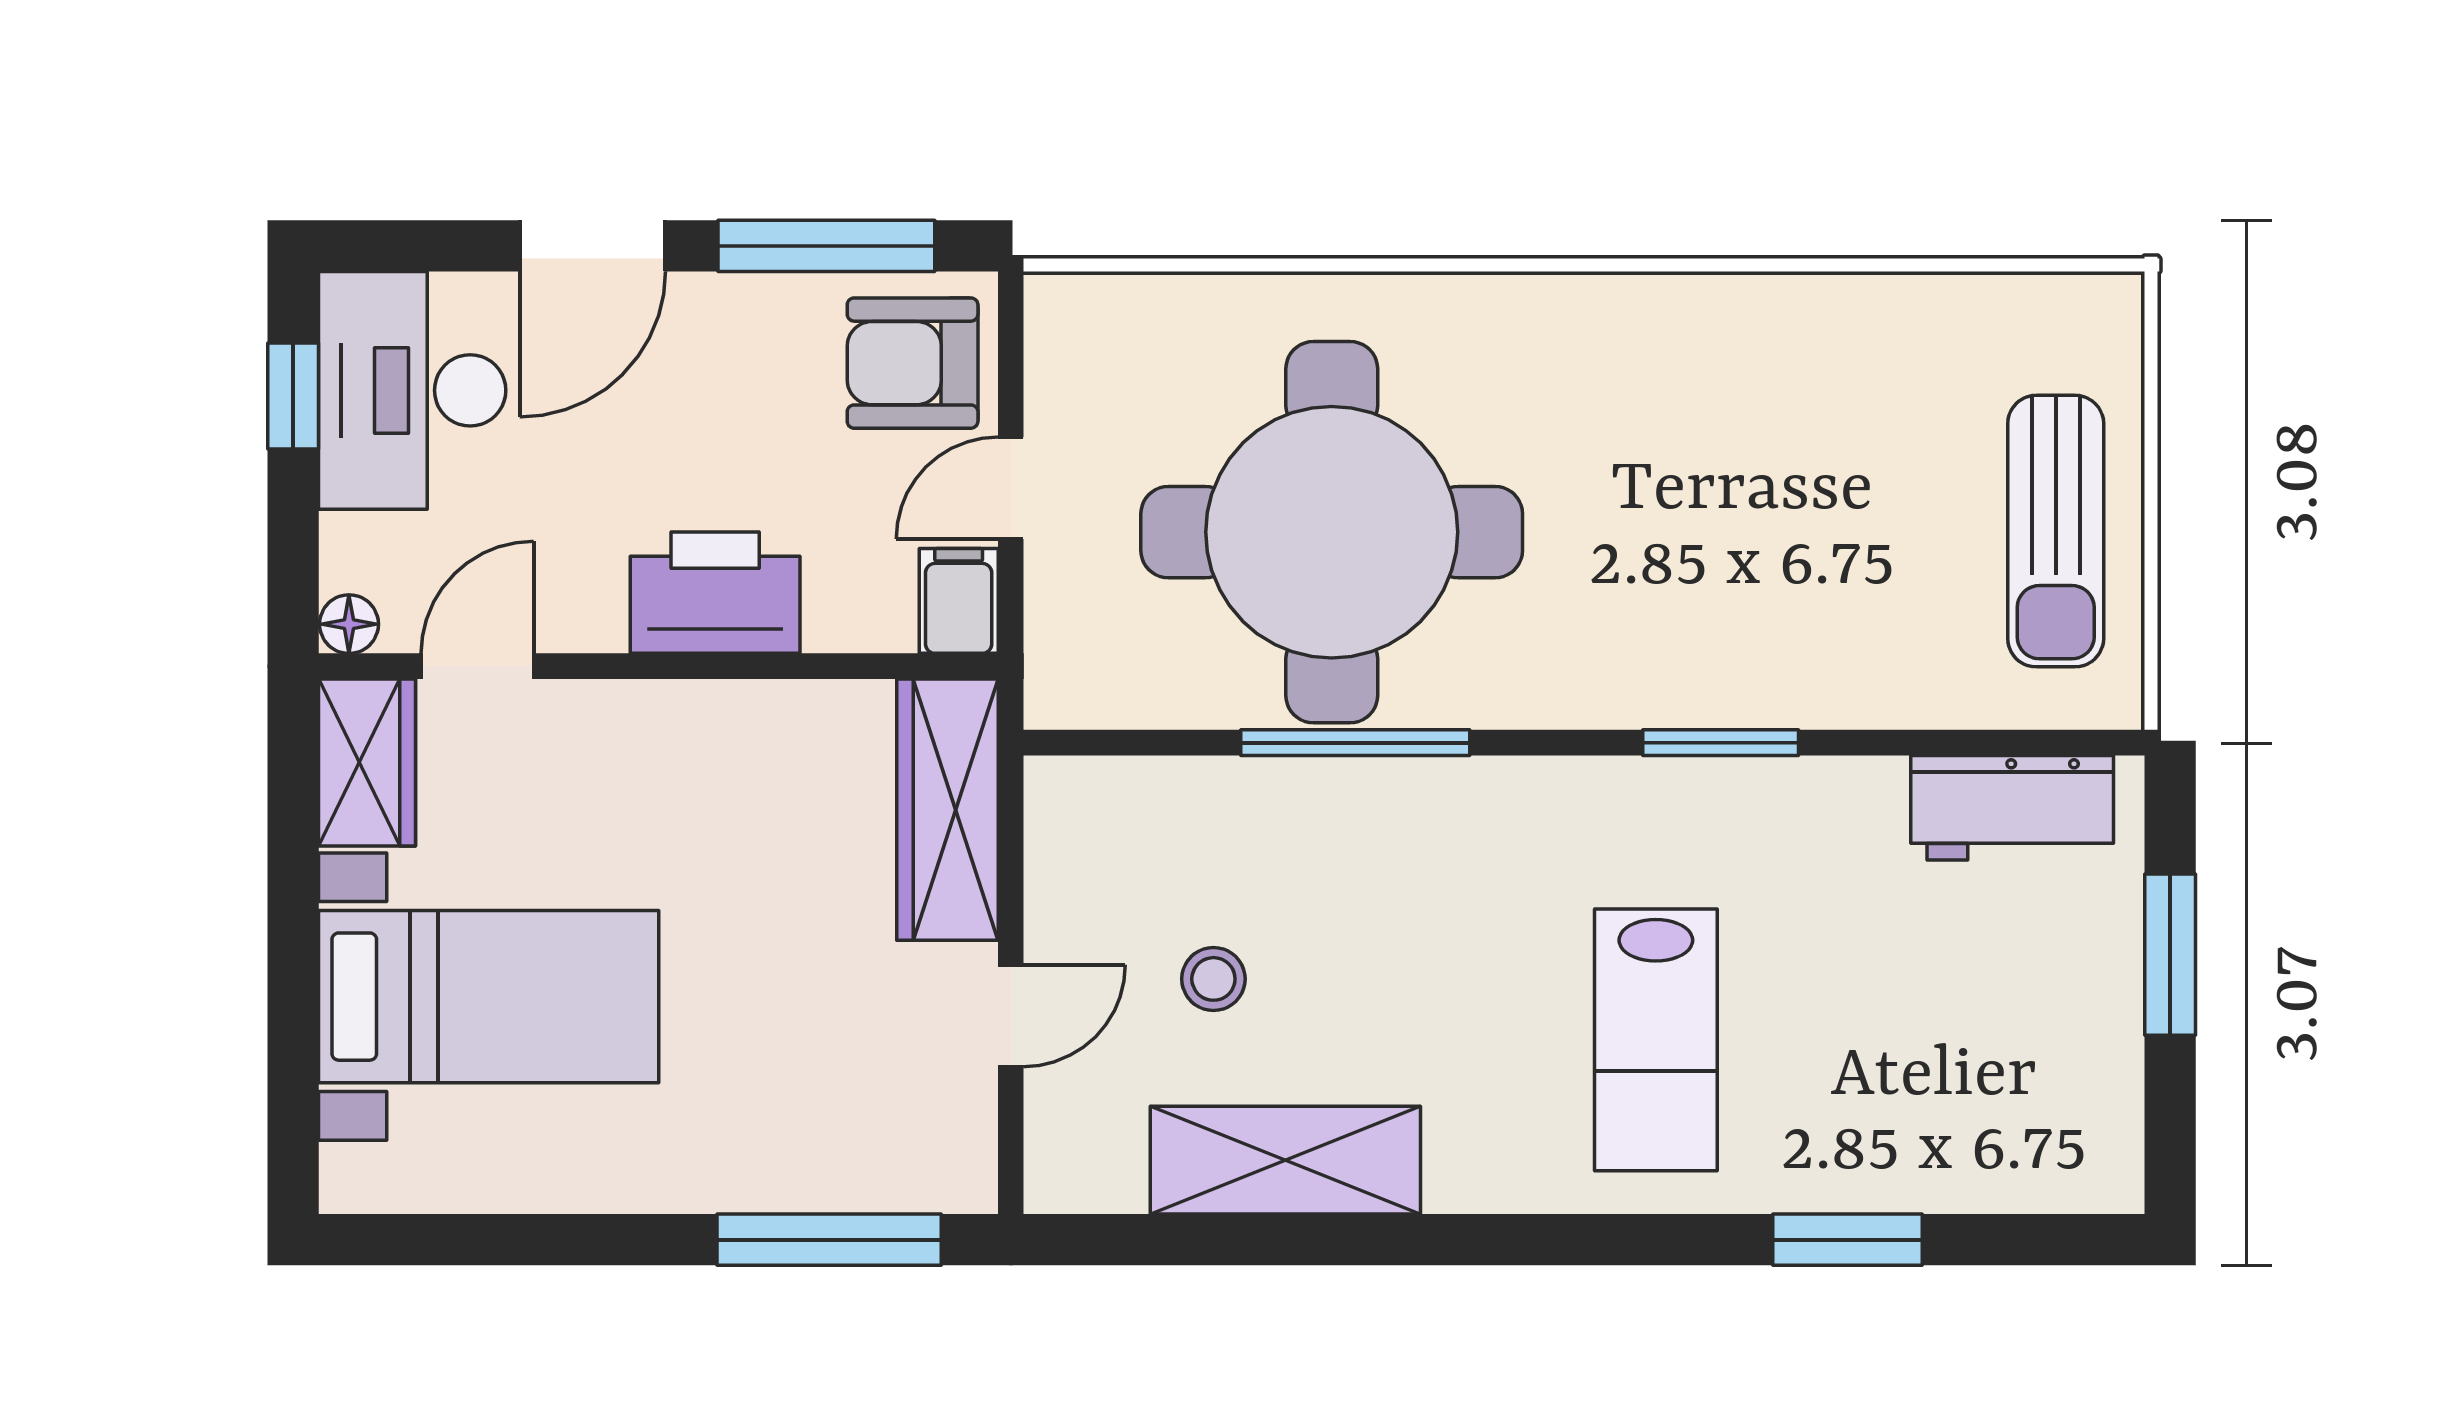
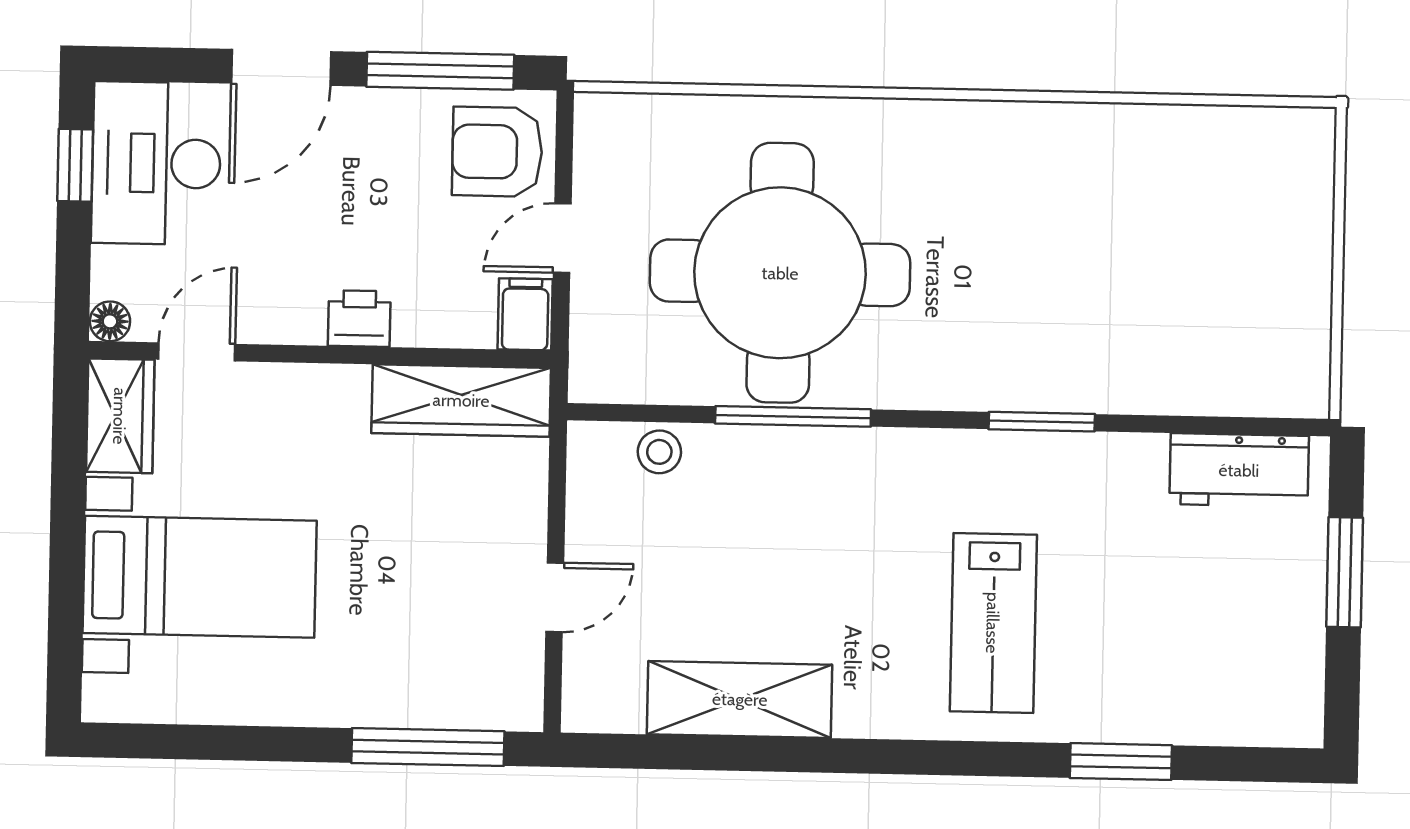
sun lounger: (2056, 531) -> (1273, 282), removed
printer: (715, 593) -> (359, 319), width x0.53, depth x0.68
wardrobe: (947, 810) -> (461, 400), moved, turned -90
stool: (1213, 979) -> (659, 452), moved

